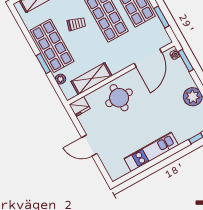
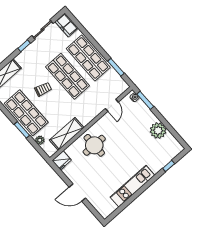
door: (148, 58) -> (112, 105), width x0.53

